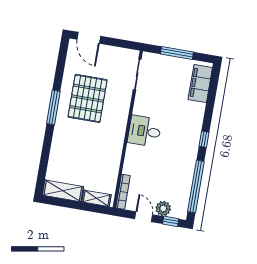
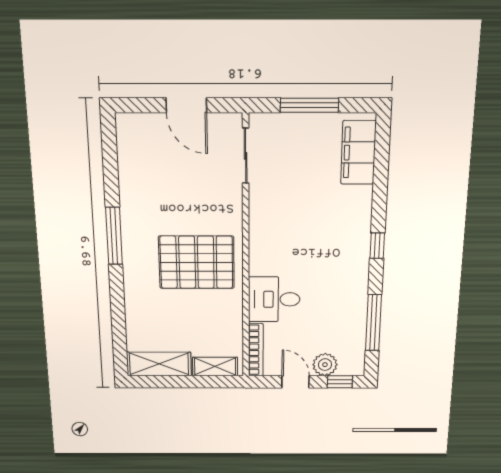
door: (89, 38) -> (186, 105), moved
pallet: (88, 98) -> (196, 262), moved, turned 90
desk: (144, 131) -> (274, 299), moved
window: (196, 186) -> (373, 323), width x0.68

